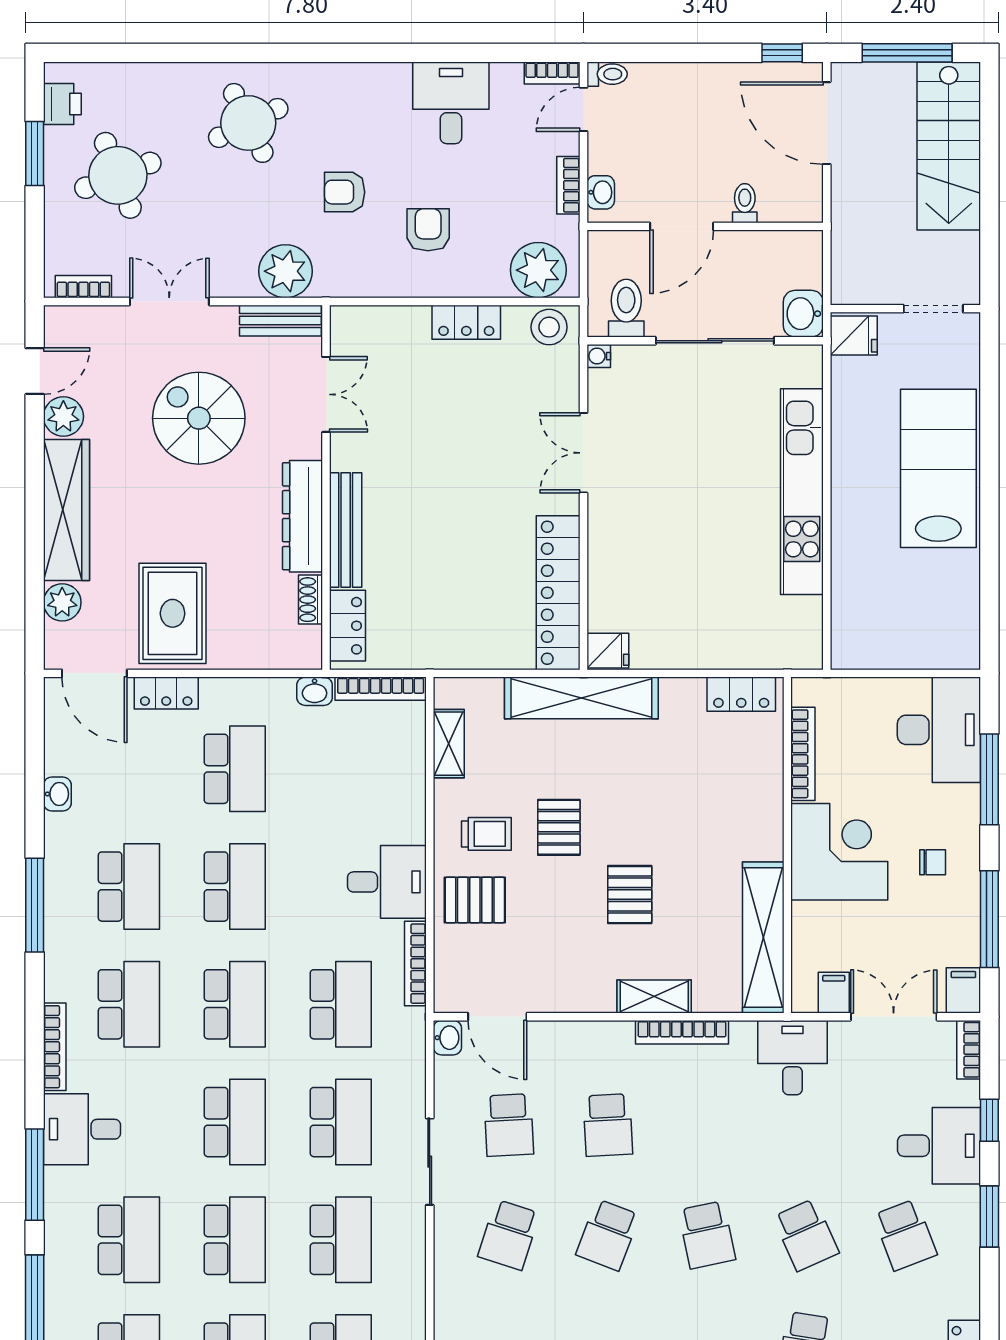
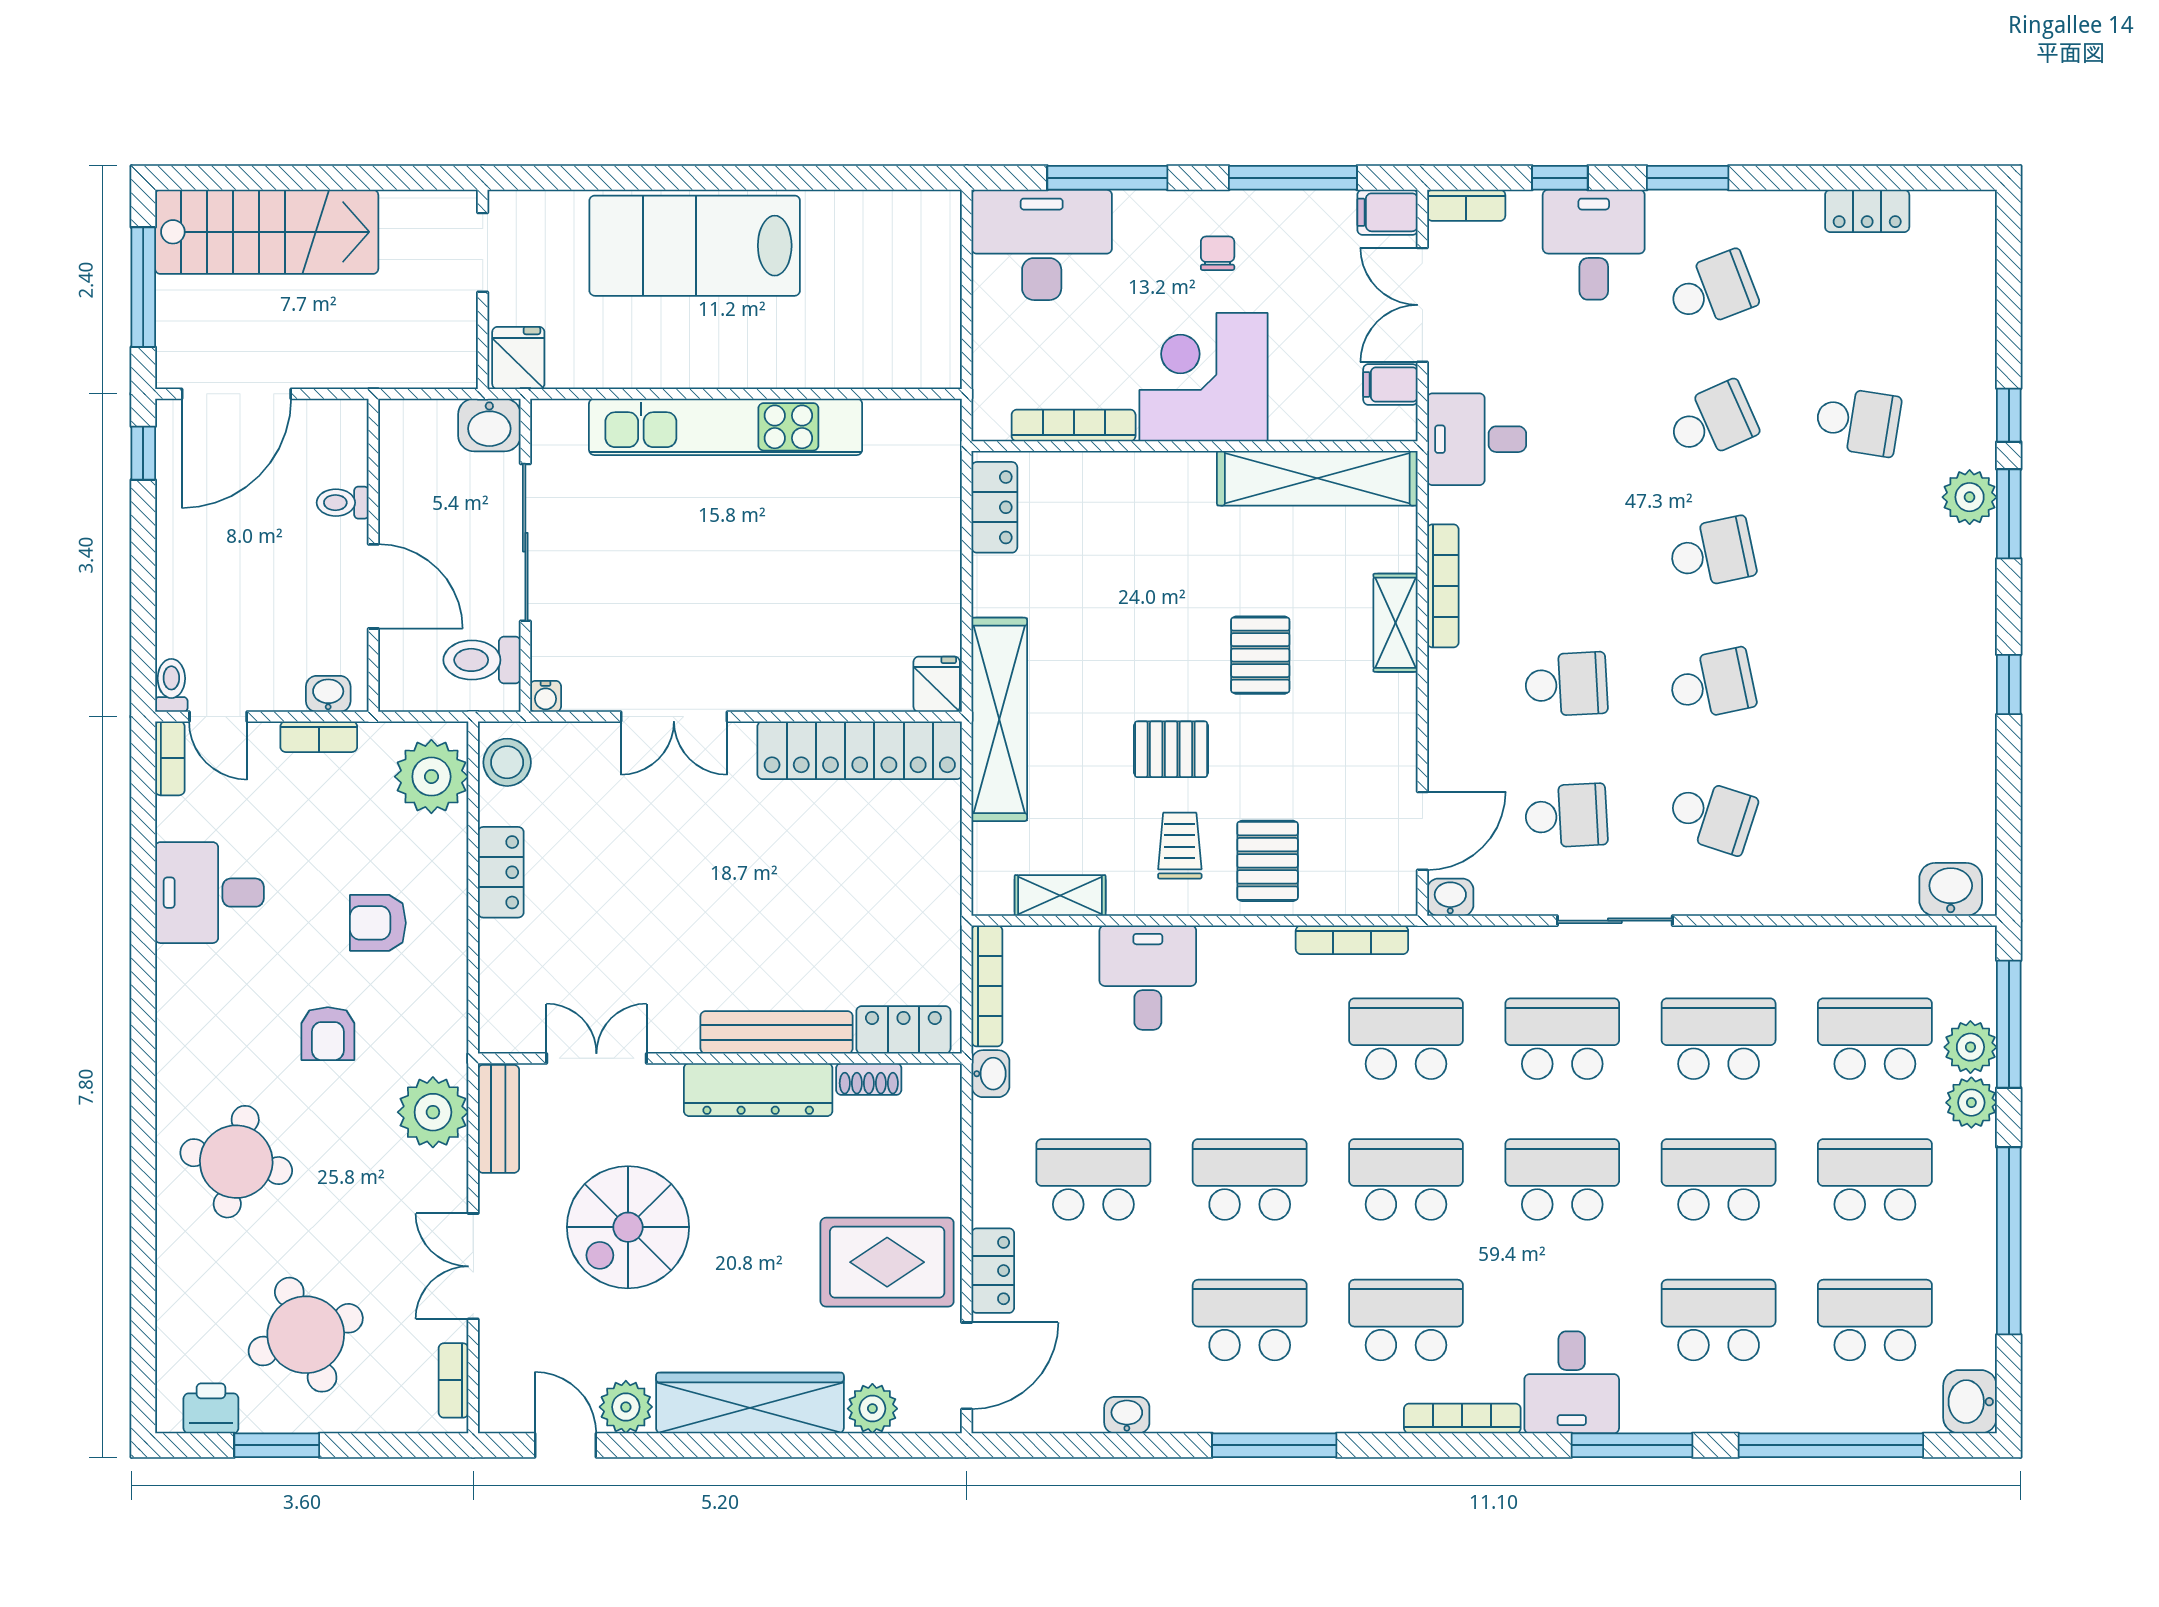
round table: (248, 123) -> (236, 1162), turned 38
desk: (387, 882) -> (1148, 978), moved
pallet: (630, 895) -> (1260, 655), turned 90
school desk: (608, 1235) -> (1712, 684), turned -33

